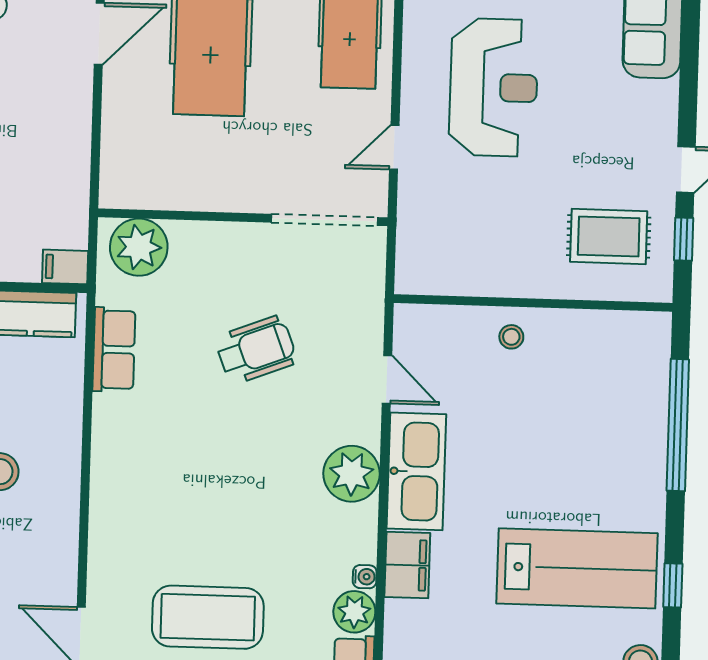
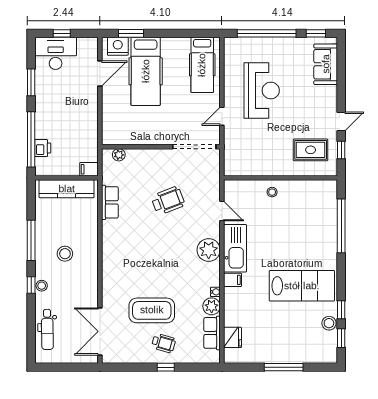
plant: (139, 247) -> (119, 155), width x0.53, depth x0.53
filing cabinet: (407, 565) -> (233, 280), width x0.50
window: (673, 585) -> (341, 310), moved

